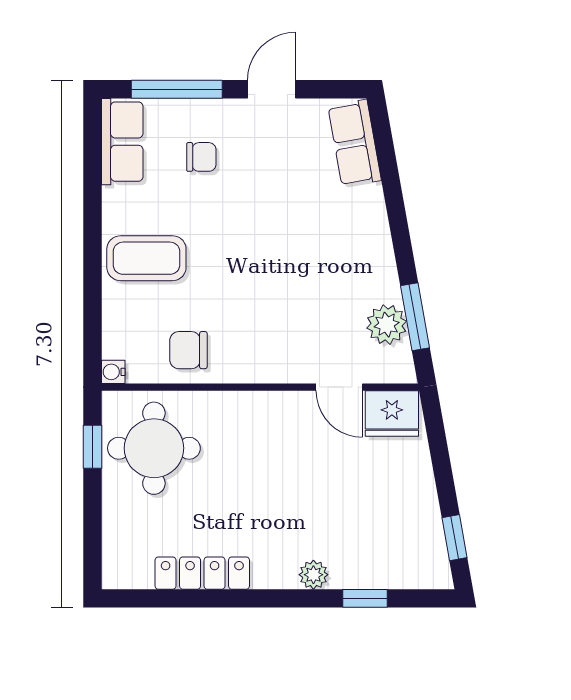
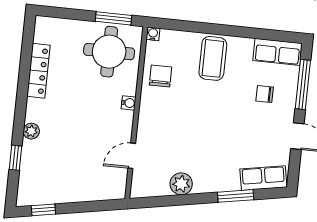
chair: (201, 157) -> (265, 94), turned 90
window: (415, 317) -> (236, 196), moved
plant: (387, 325) -> (181, 184), moved
water cooler: (244, 403) -> (129, 103), added
fridge: (392, 414) -> (114, 183), removed
window: (92, 447) -> (113, 18), width x1.50

